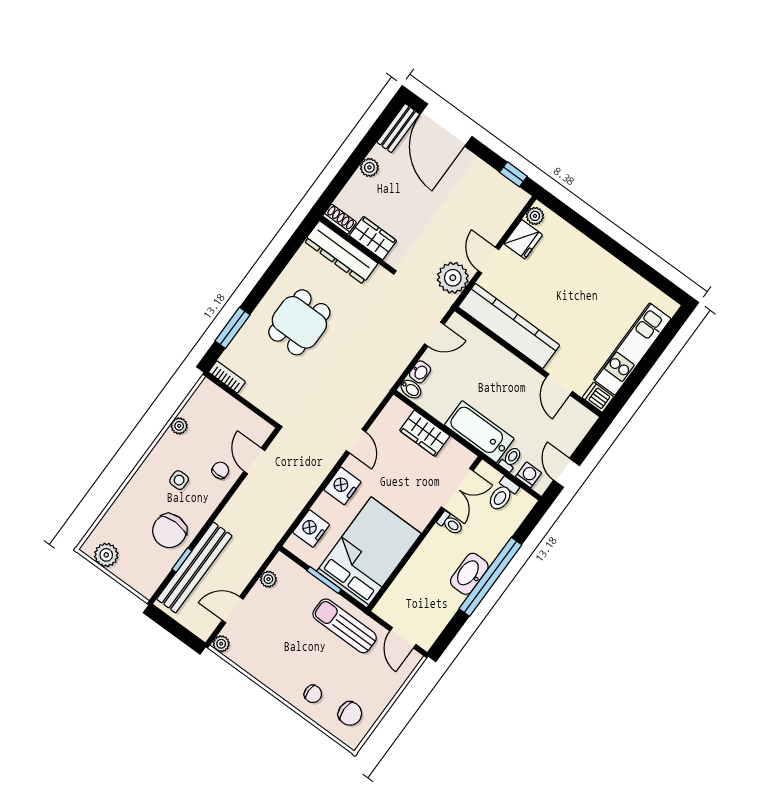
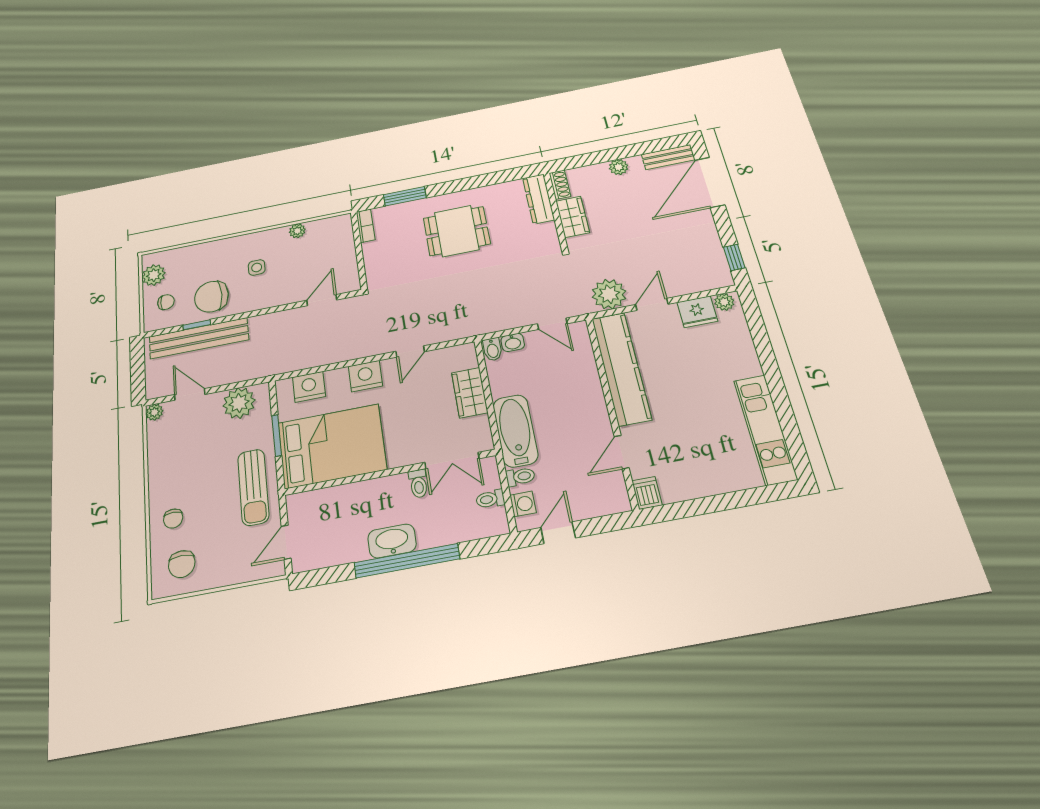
dresser: (341, 252) -> (538, 199), width x0.73, depth x0.80
kitchen unit: (632, 349) -> (765, 429), moved, turned -90
chair: (220, 470) -> (166, 302), moved
toilet: (503, 494) -> (490, 499), width x0.73, depth x0.72
plant: (268, 579) -> (239, 403), width x1.87, depth x1.87
sun lounger: (345, 626) -> (253, 487), turned 180

